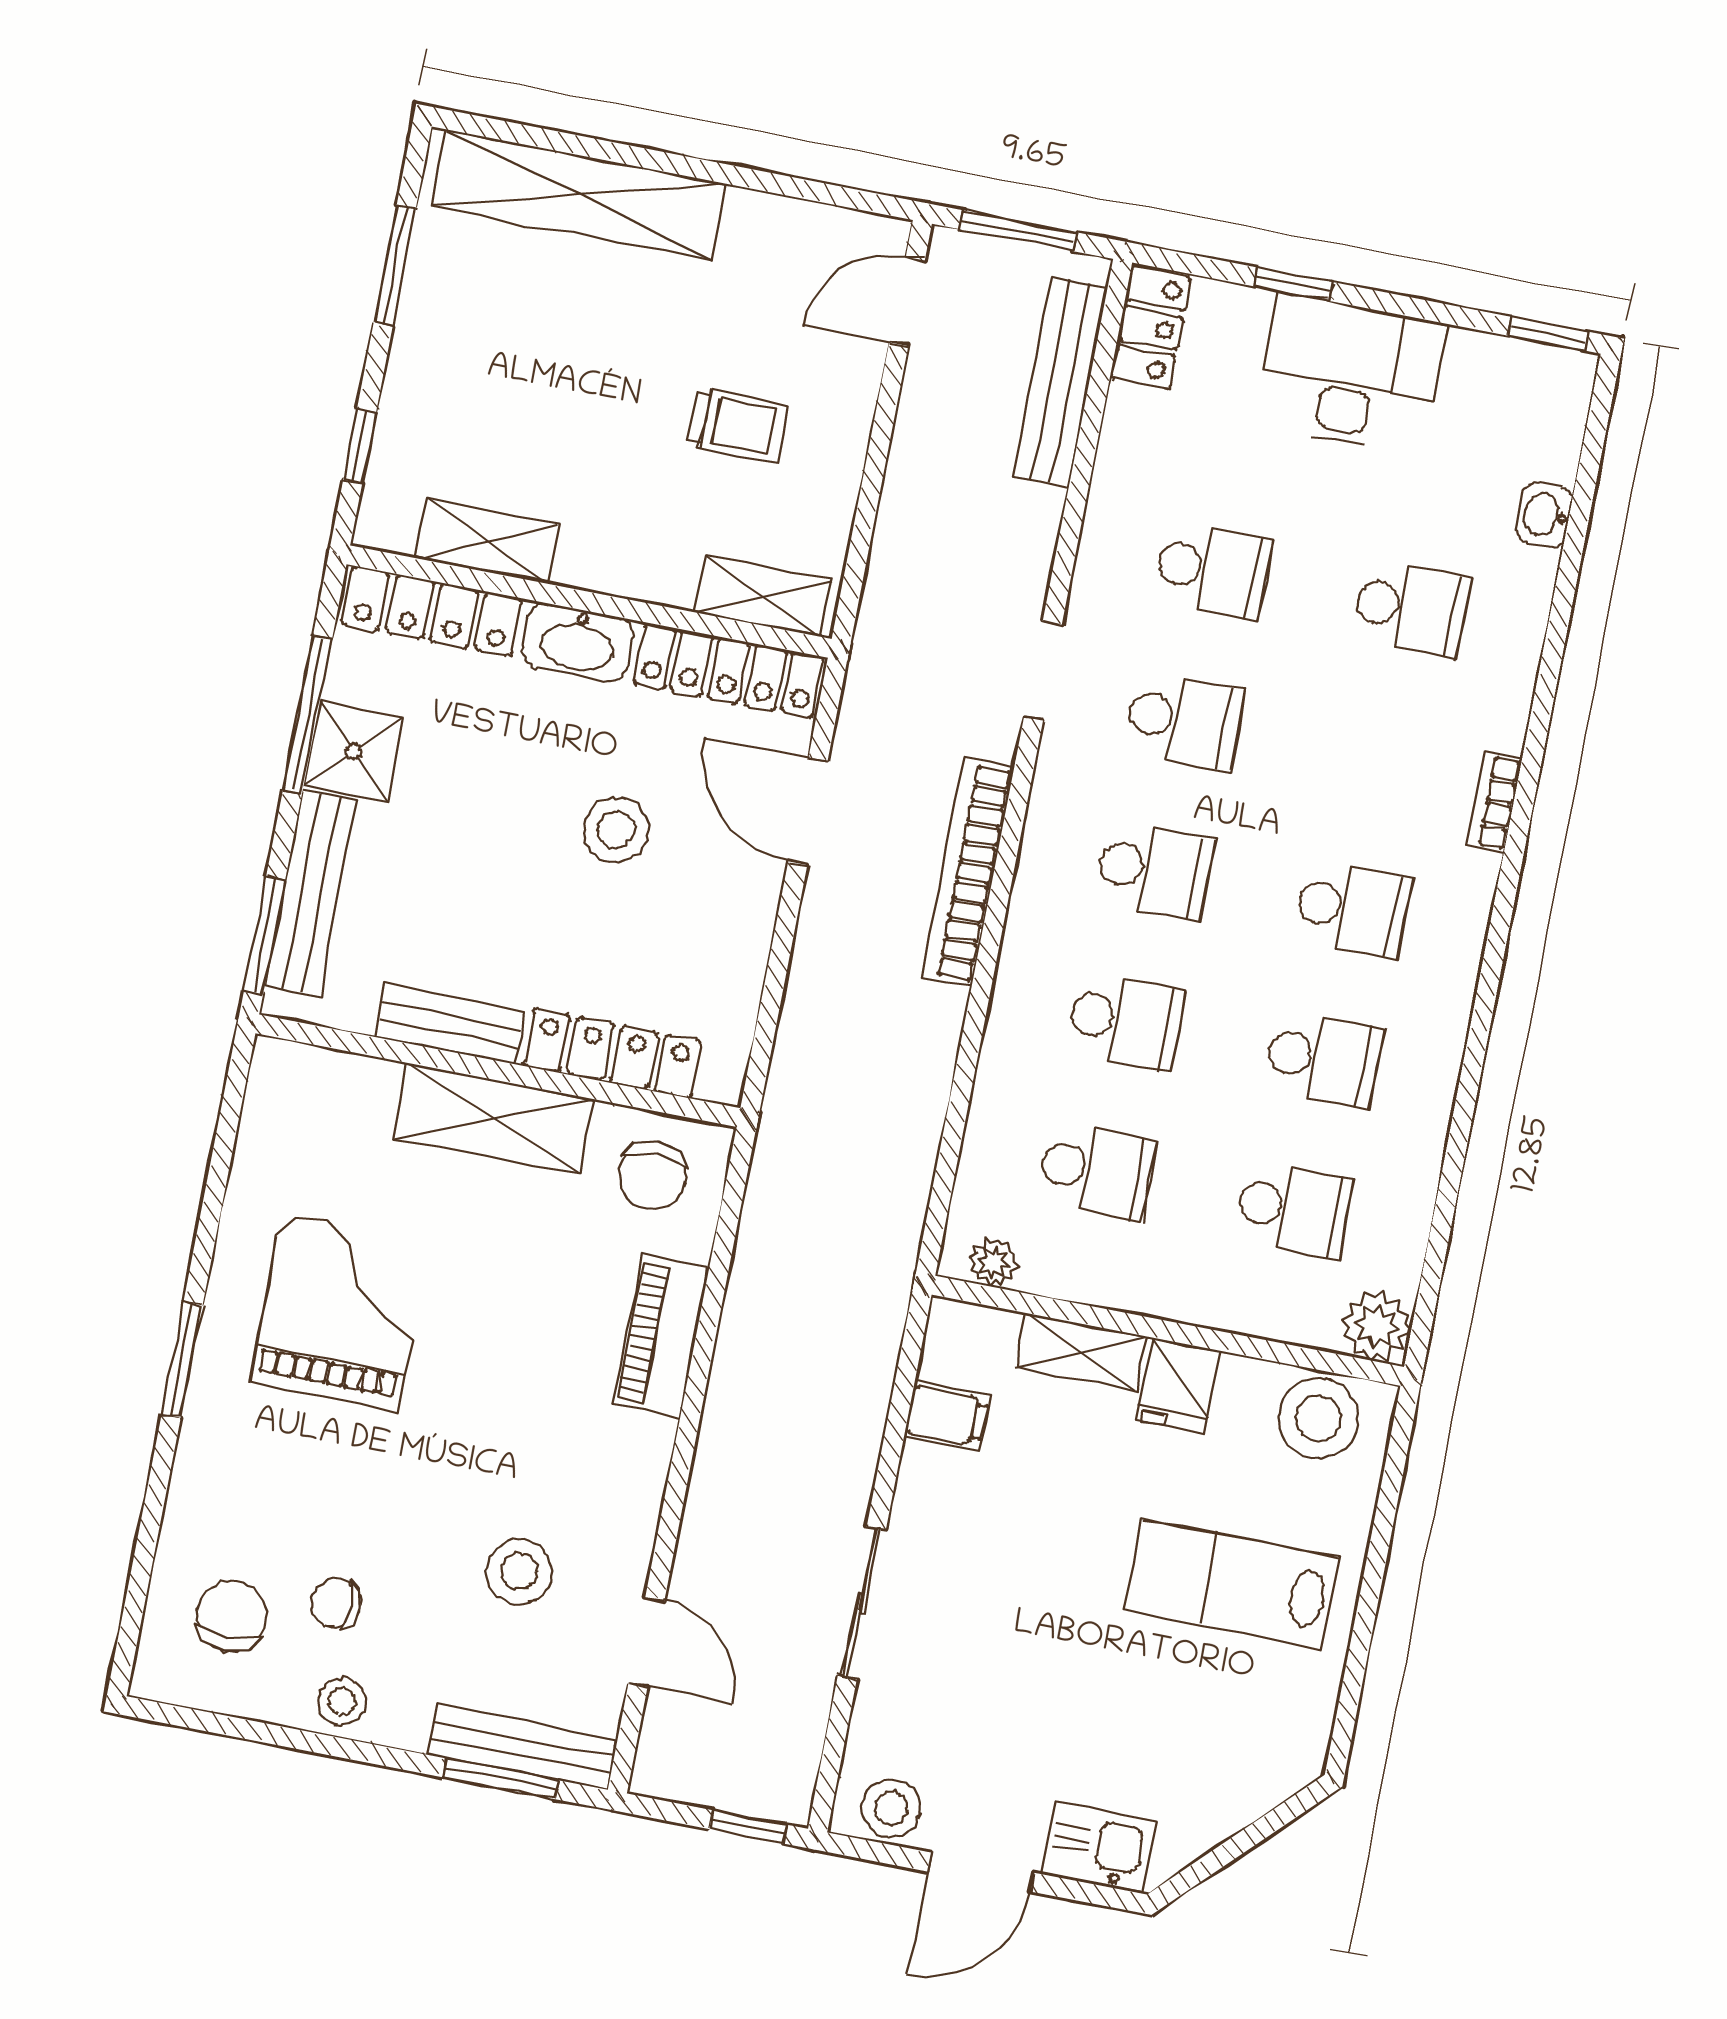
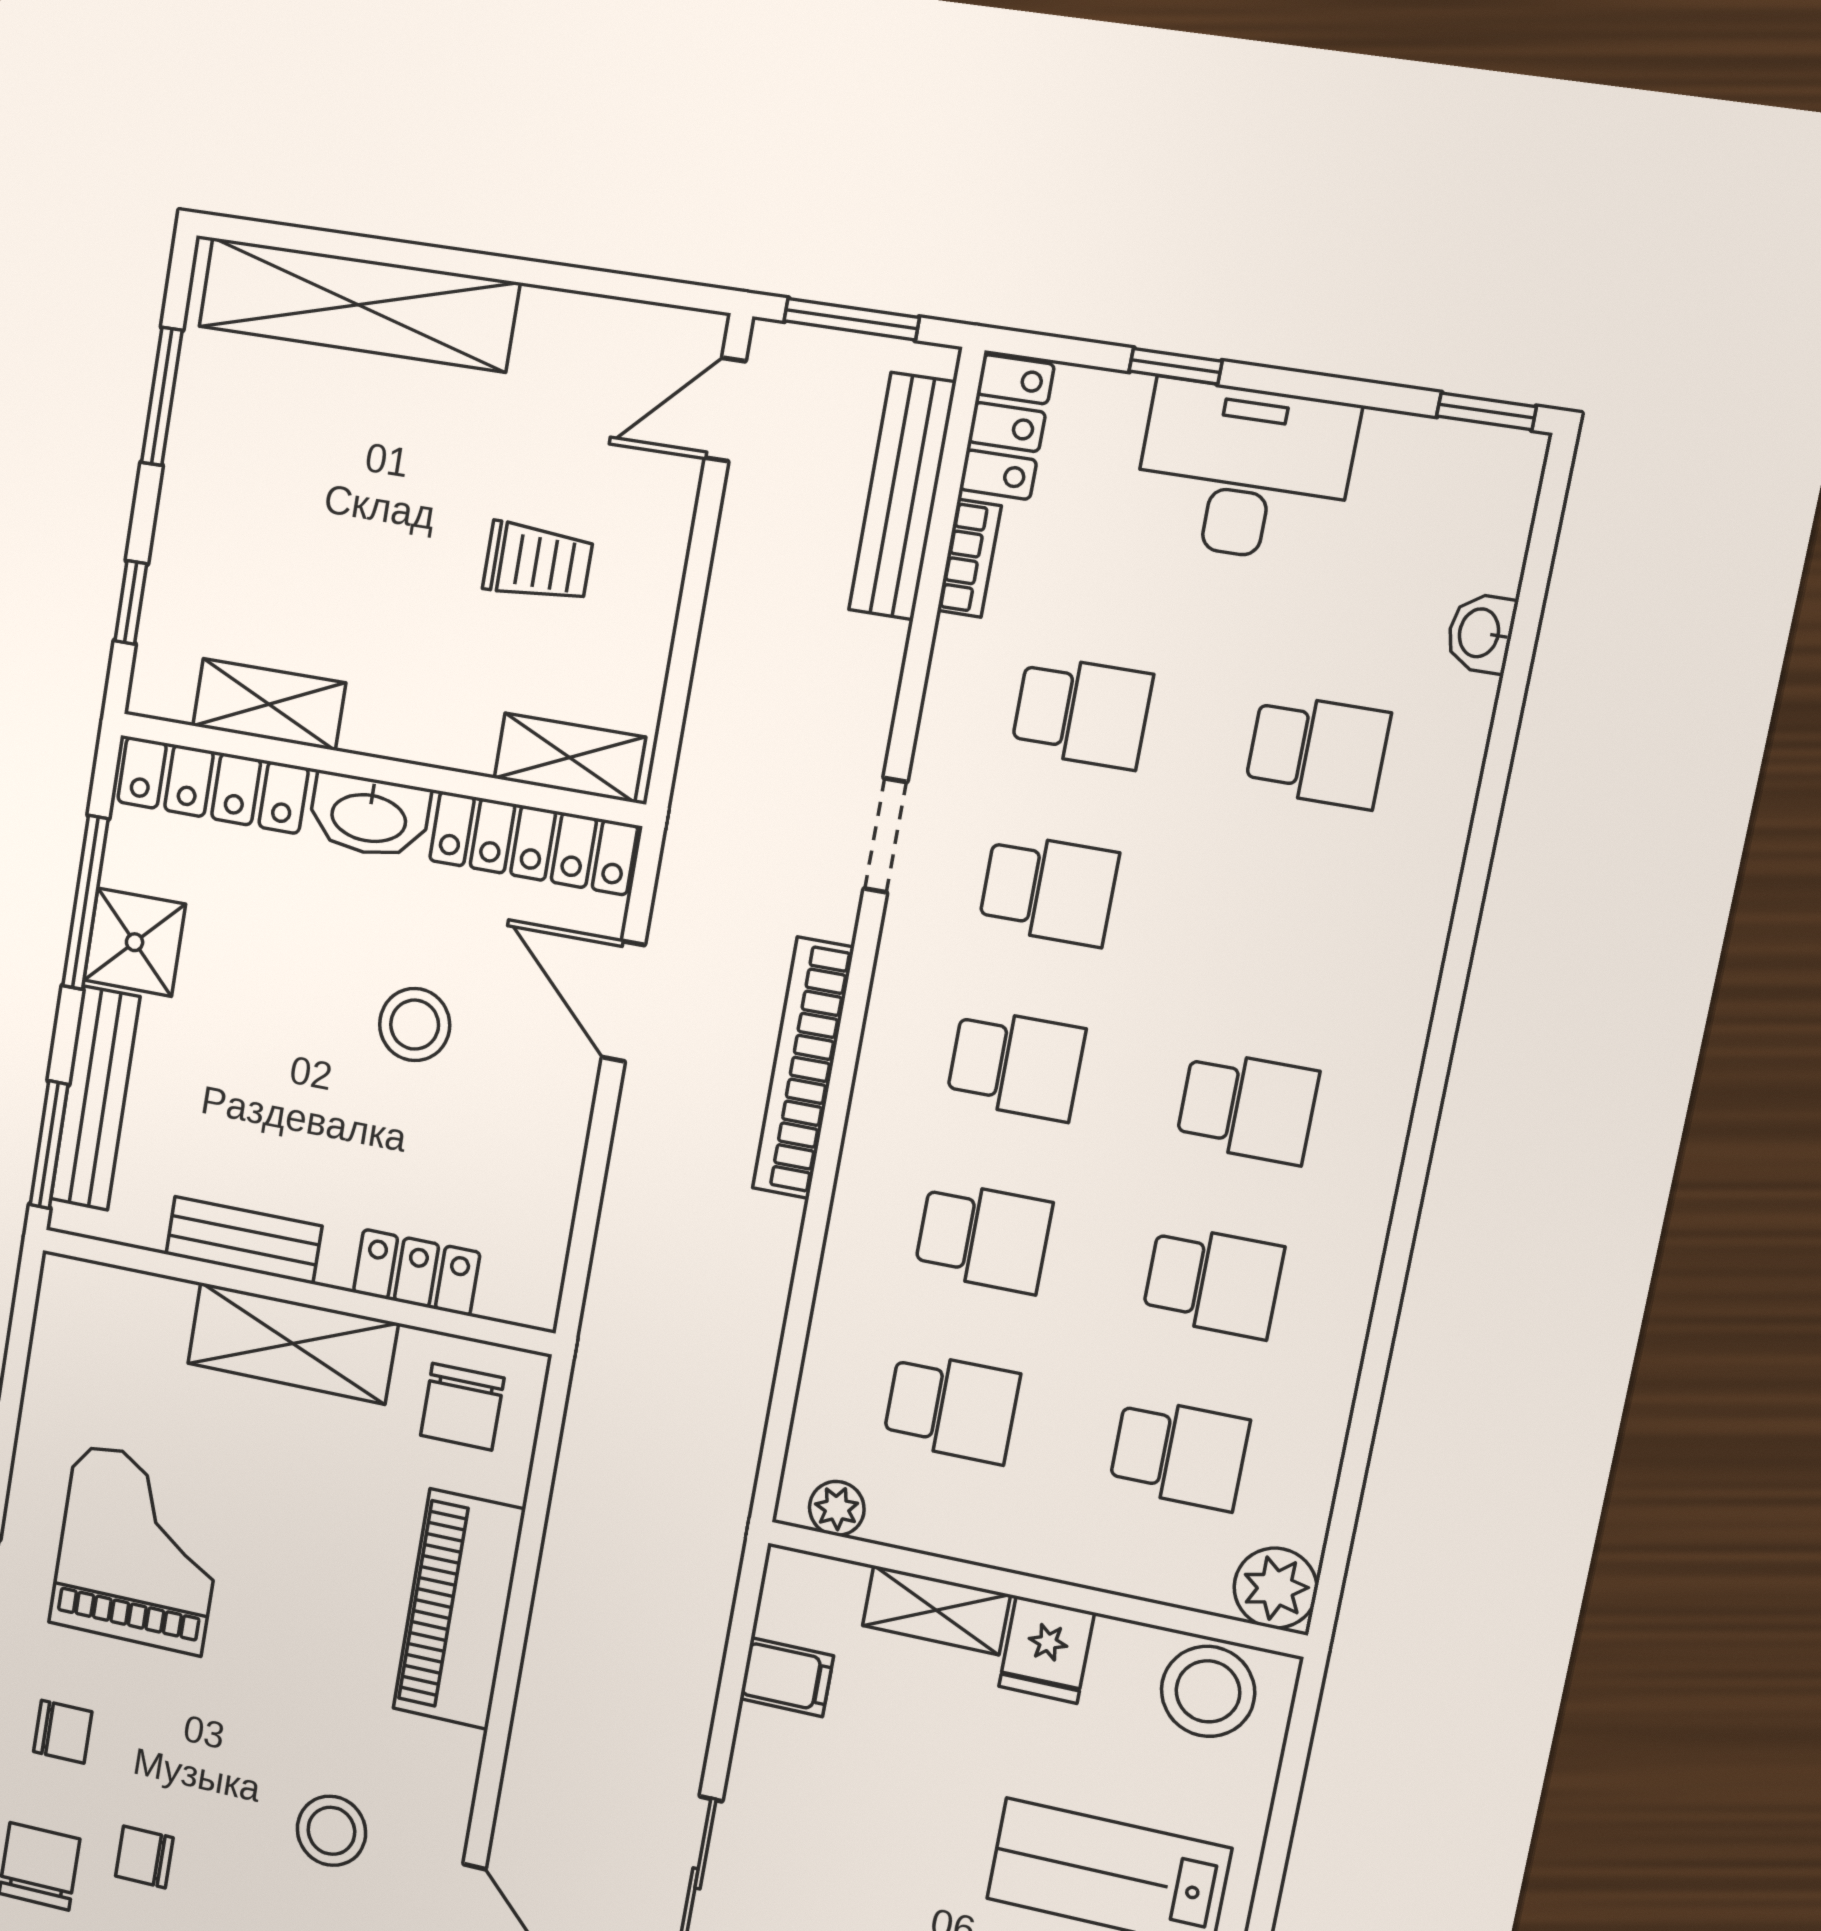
bookcase: (1495, 802) -> (969, 558), moved, turned 180
locker: (612, 1053) -> (417, 1273), width x0.66
piano: (662, 1336) -> (459, 1609), width x1.37, depth x1.33
chair: (259, 1486) -> (63, 1732), added

